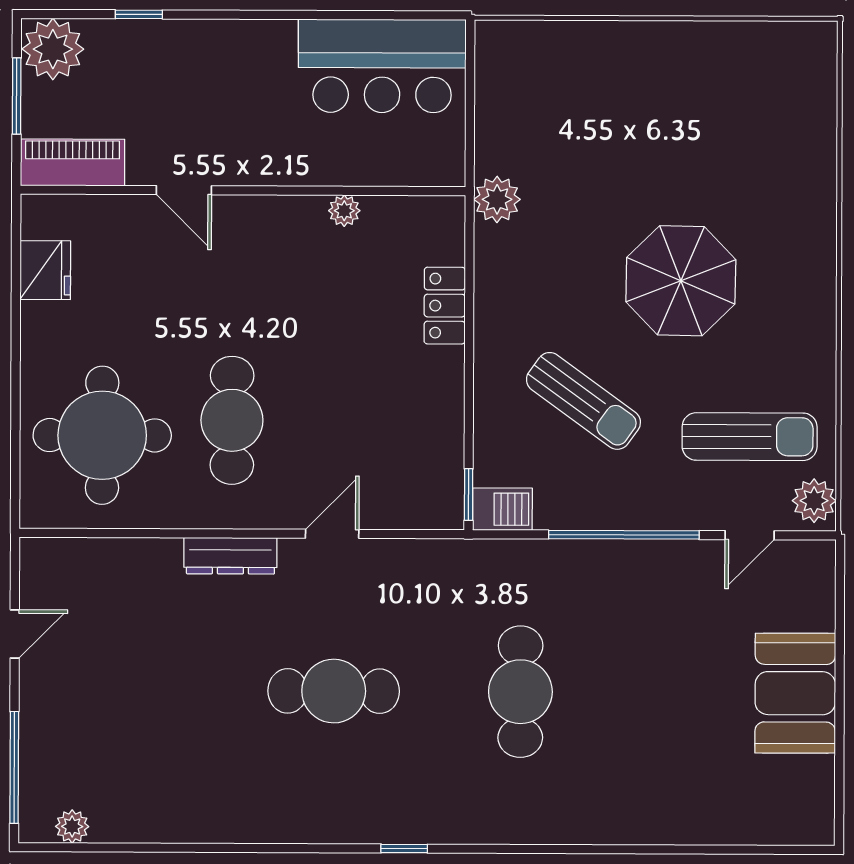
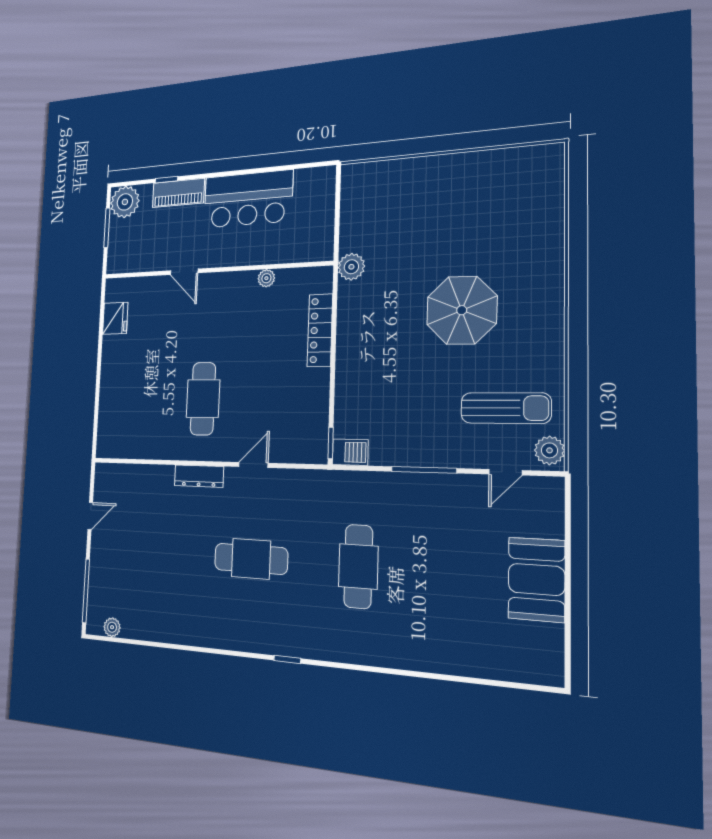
bar counter: (382, 66) -> (248, 199), moved
piano: (73, 162) -> (178, 193), moved, turned 180
locker: (445, 306) -> (320, 330), width x1.53
sun lounger: (583, 401) -> (400, 386), removed
round table: (102, 435) -> (138, 407), removed
window: (624, 535) -> (424, 470), width x0.68

